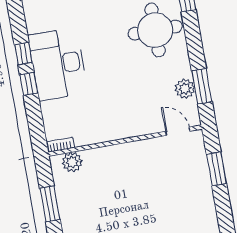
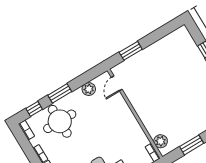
window: (202, 86) -> (60, 93), moved

